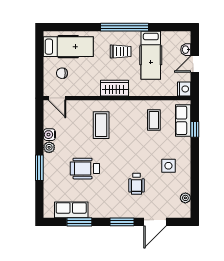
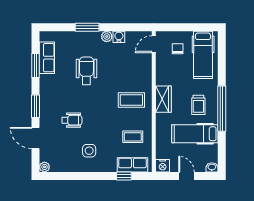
washbasin: (186, 50) -> (212, 167), moved
coffee table: (101, 125) -> (131, 100), moved
wheelchair: (137, 184) -> (72, 120), turned 180
plant: (185, 198) -> (44, 167), moved

